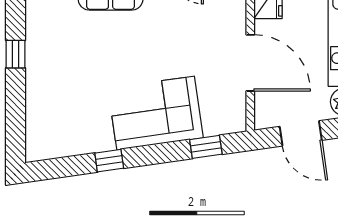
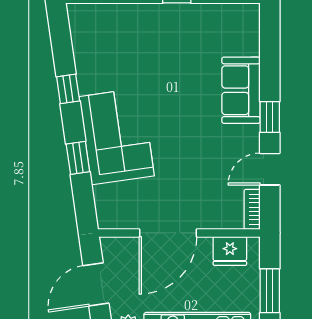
window: (206, 147) -> (78, 158), moved

